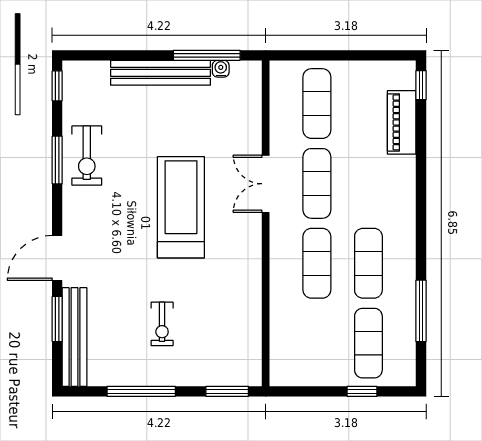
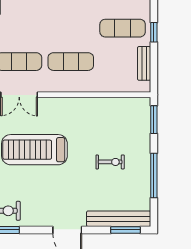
exercise mat: (368, 263) -> (71, 28), removed
window: (57, 319) -> (126, 230), moved
bench: (314, 376) -> (144, 63), added

